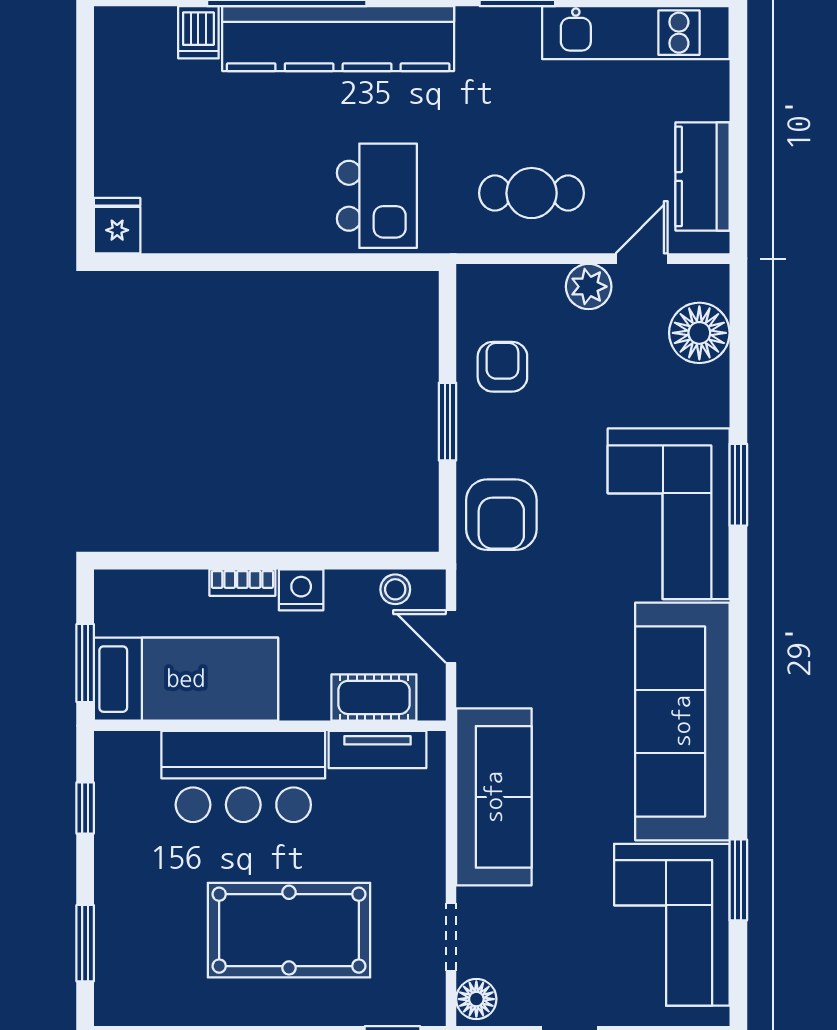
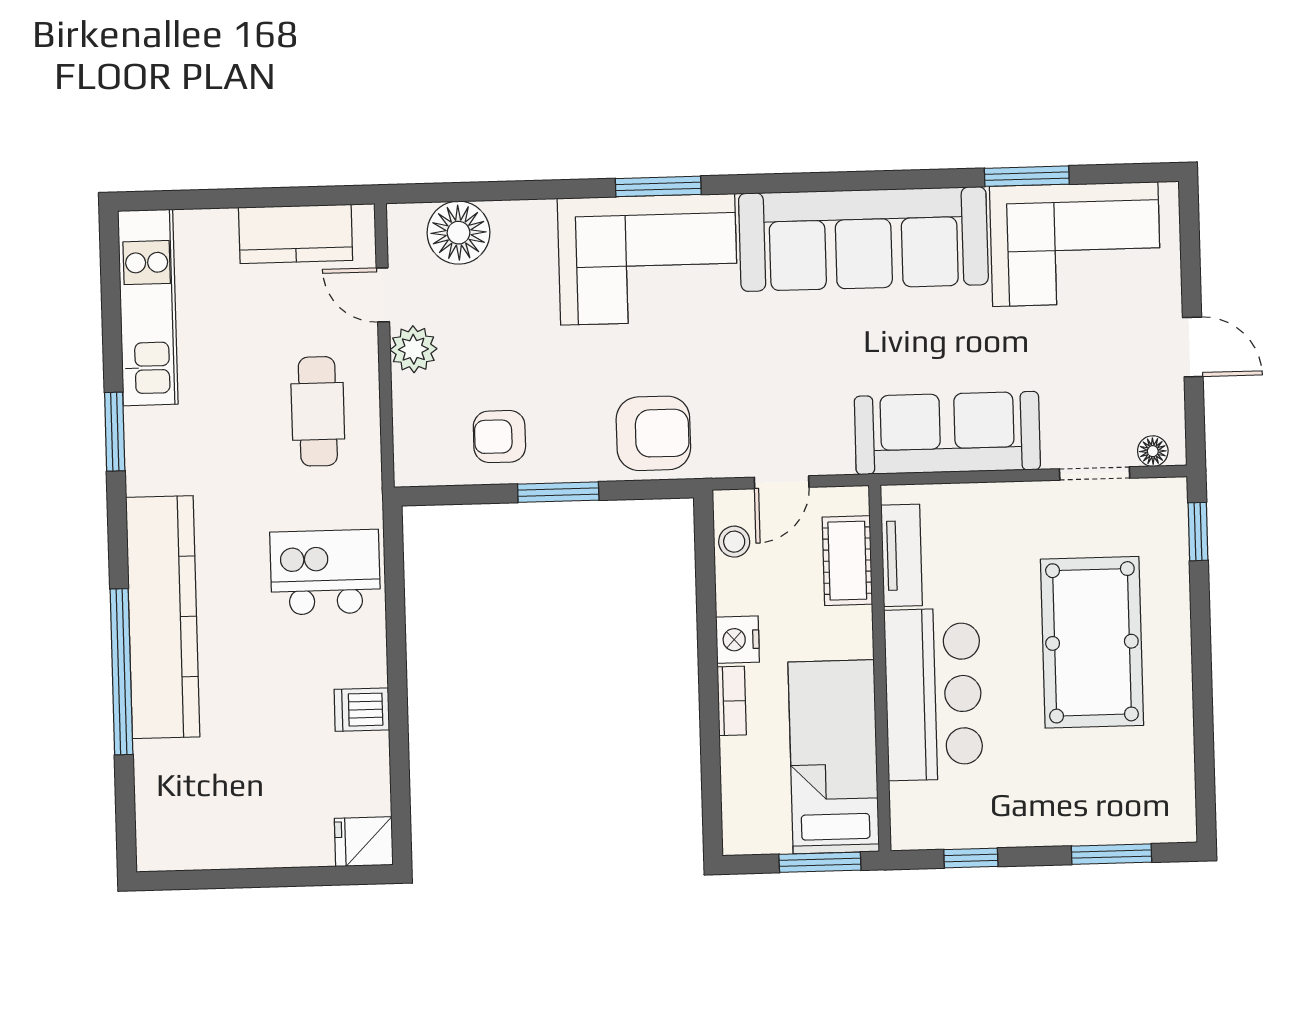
dishwasher: (198, 32) -> (362, 710), moved, turned 180
window: (738, 485) -> (658, 186), moved
floor lamp: (476, 999) -> (1153, 451), width x0.73, depth x0.73

